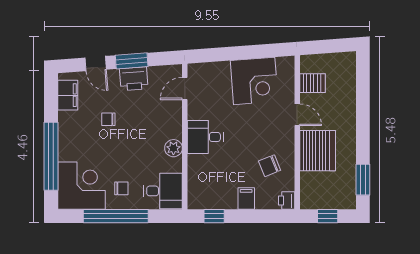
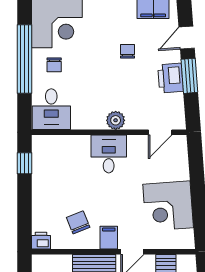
door: (185, 88) -> (160, 132), swing flipped
plant: (173, 148) -> (116, 120), moved
filing cabinet: (246, 199) -> (109, 238), moved, turned -90

